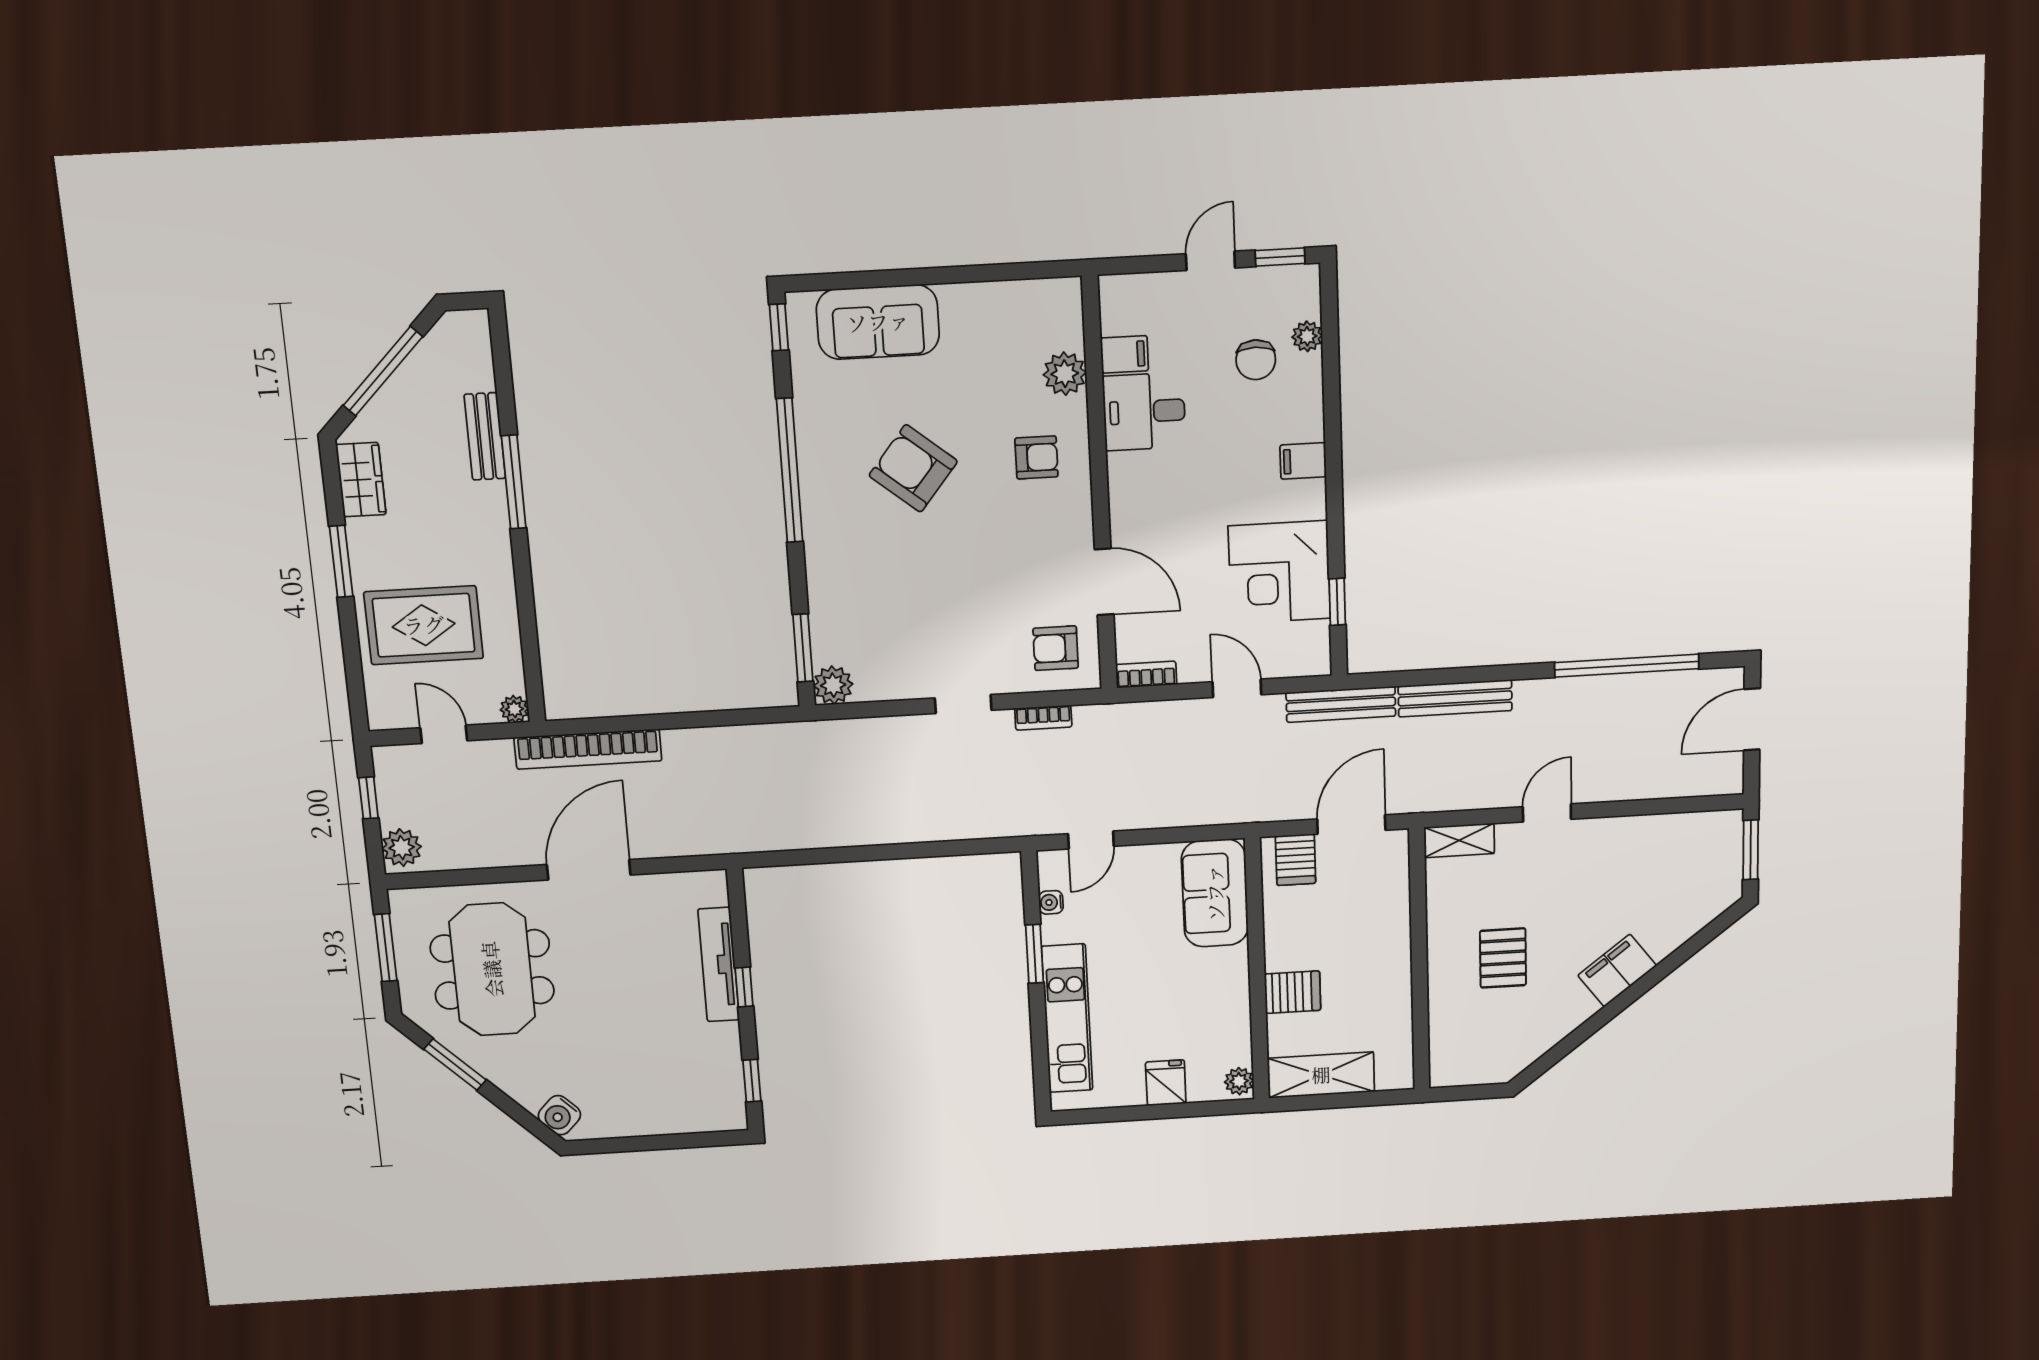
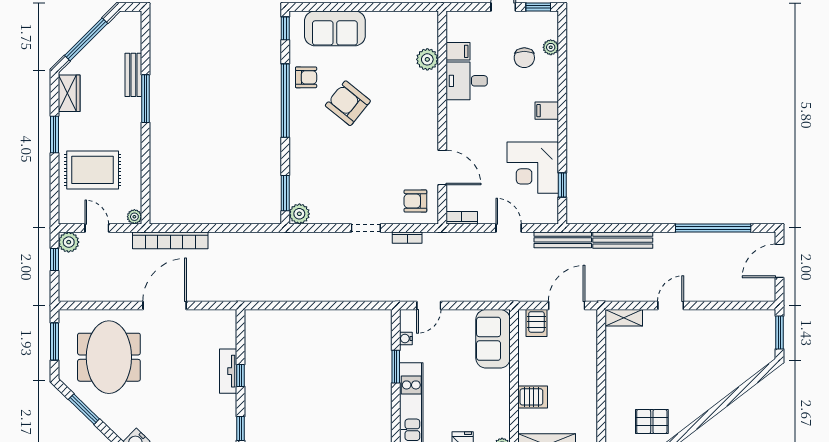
armchair: (1036, 457) -> (306, 77), moved
plant: (402, 848) -> (69, 242), moved
pallet: (1503, 958) -> (652, 422), moved, turned 90
tv unit: (719, 965) -> (228, 371), width x0.71
filing cabinet: (1617, 970) -> (708, 396), removed

